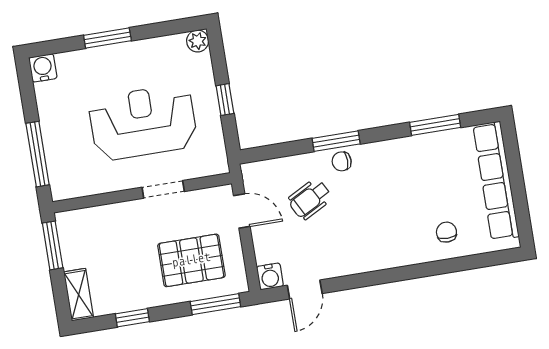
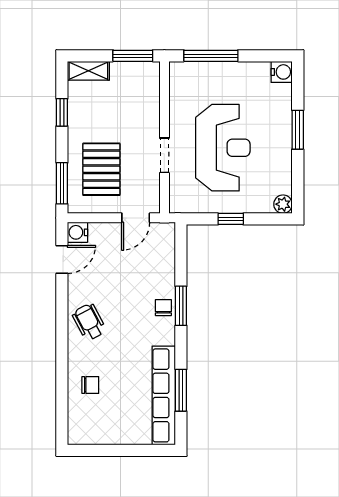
row of seats: (496, 181) -> (164, 395), moved, turned -90
wheelchair: (310, 199) -> (89, 322), moved
door: (305, 289) -> (62, 259), swing flipped

